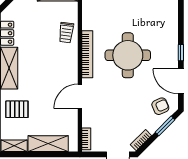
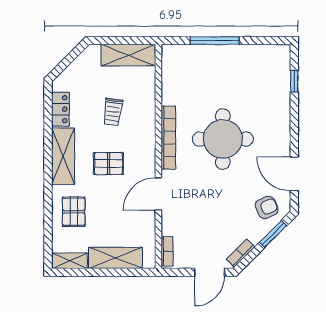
trolley: (66, 33) -> (113, 112), moved
window: (181, 53) -> (294, 81), moved
pallet: (43, 74) -> (108, 164), added
pallet: (17, 109) -> (74, 212), turned 90

